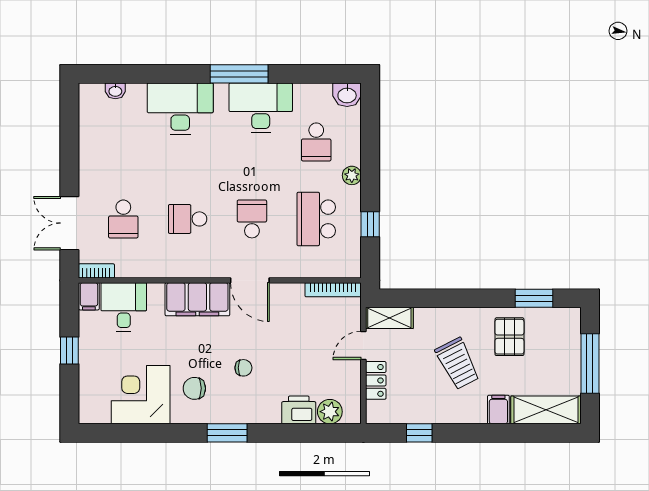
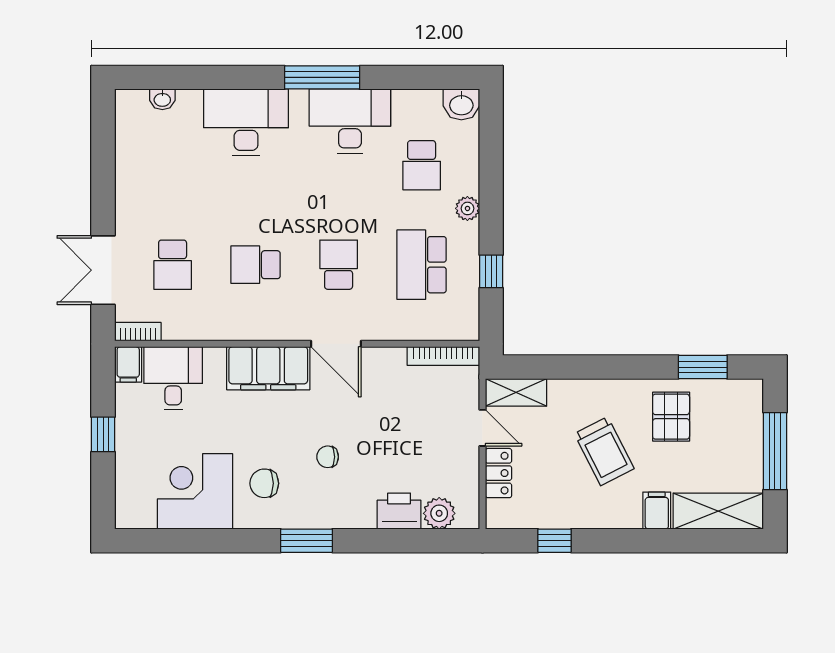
door: (363, 345) -> (482, 428), swing flipped
chair: (243, 368) -> (328, 457), turned 180

